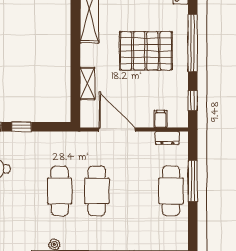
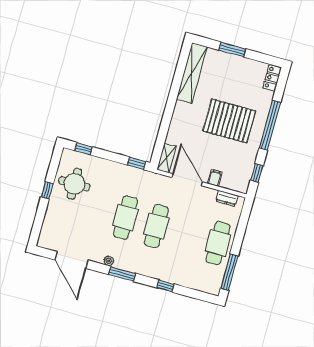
shelving: (87, 84) -> (167, 158), moved
filing cabinet: (161, 119) -> (215, 178), moved
window: (22, 127) -> (137, 163), moved
window: (193, 181) -> (229, 272), moved

